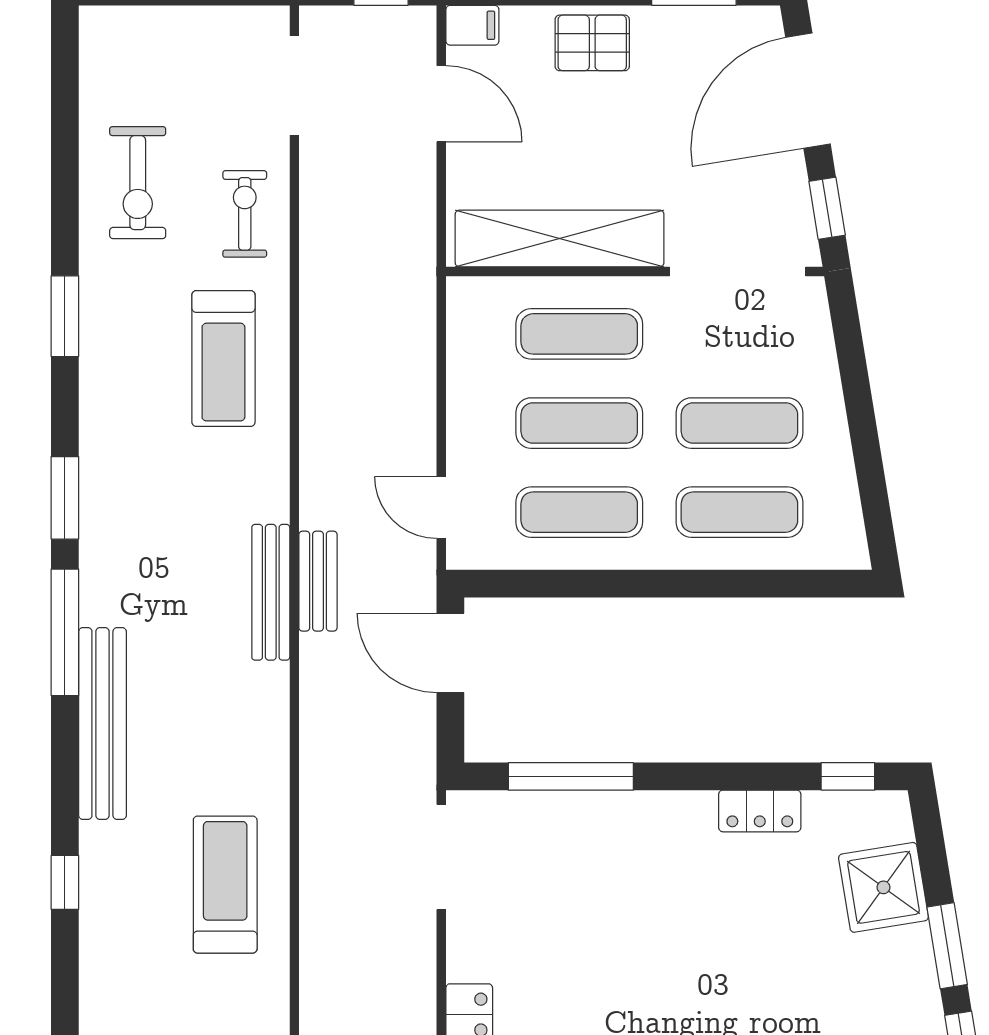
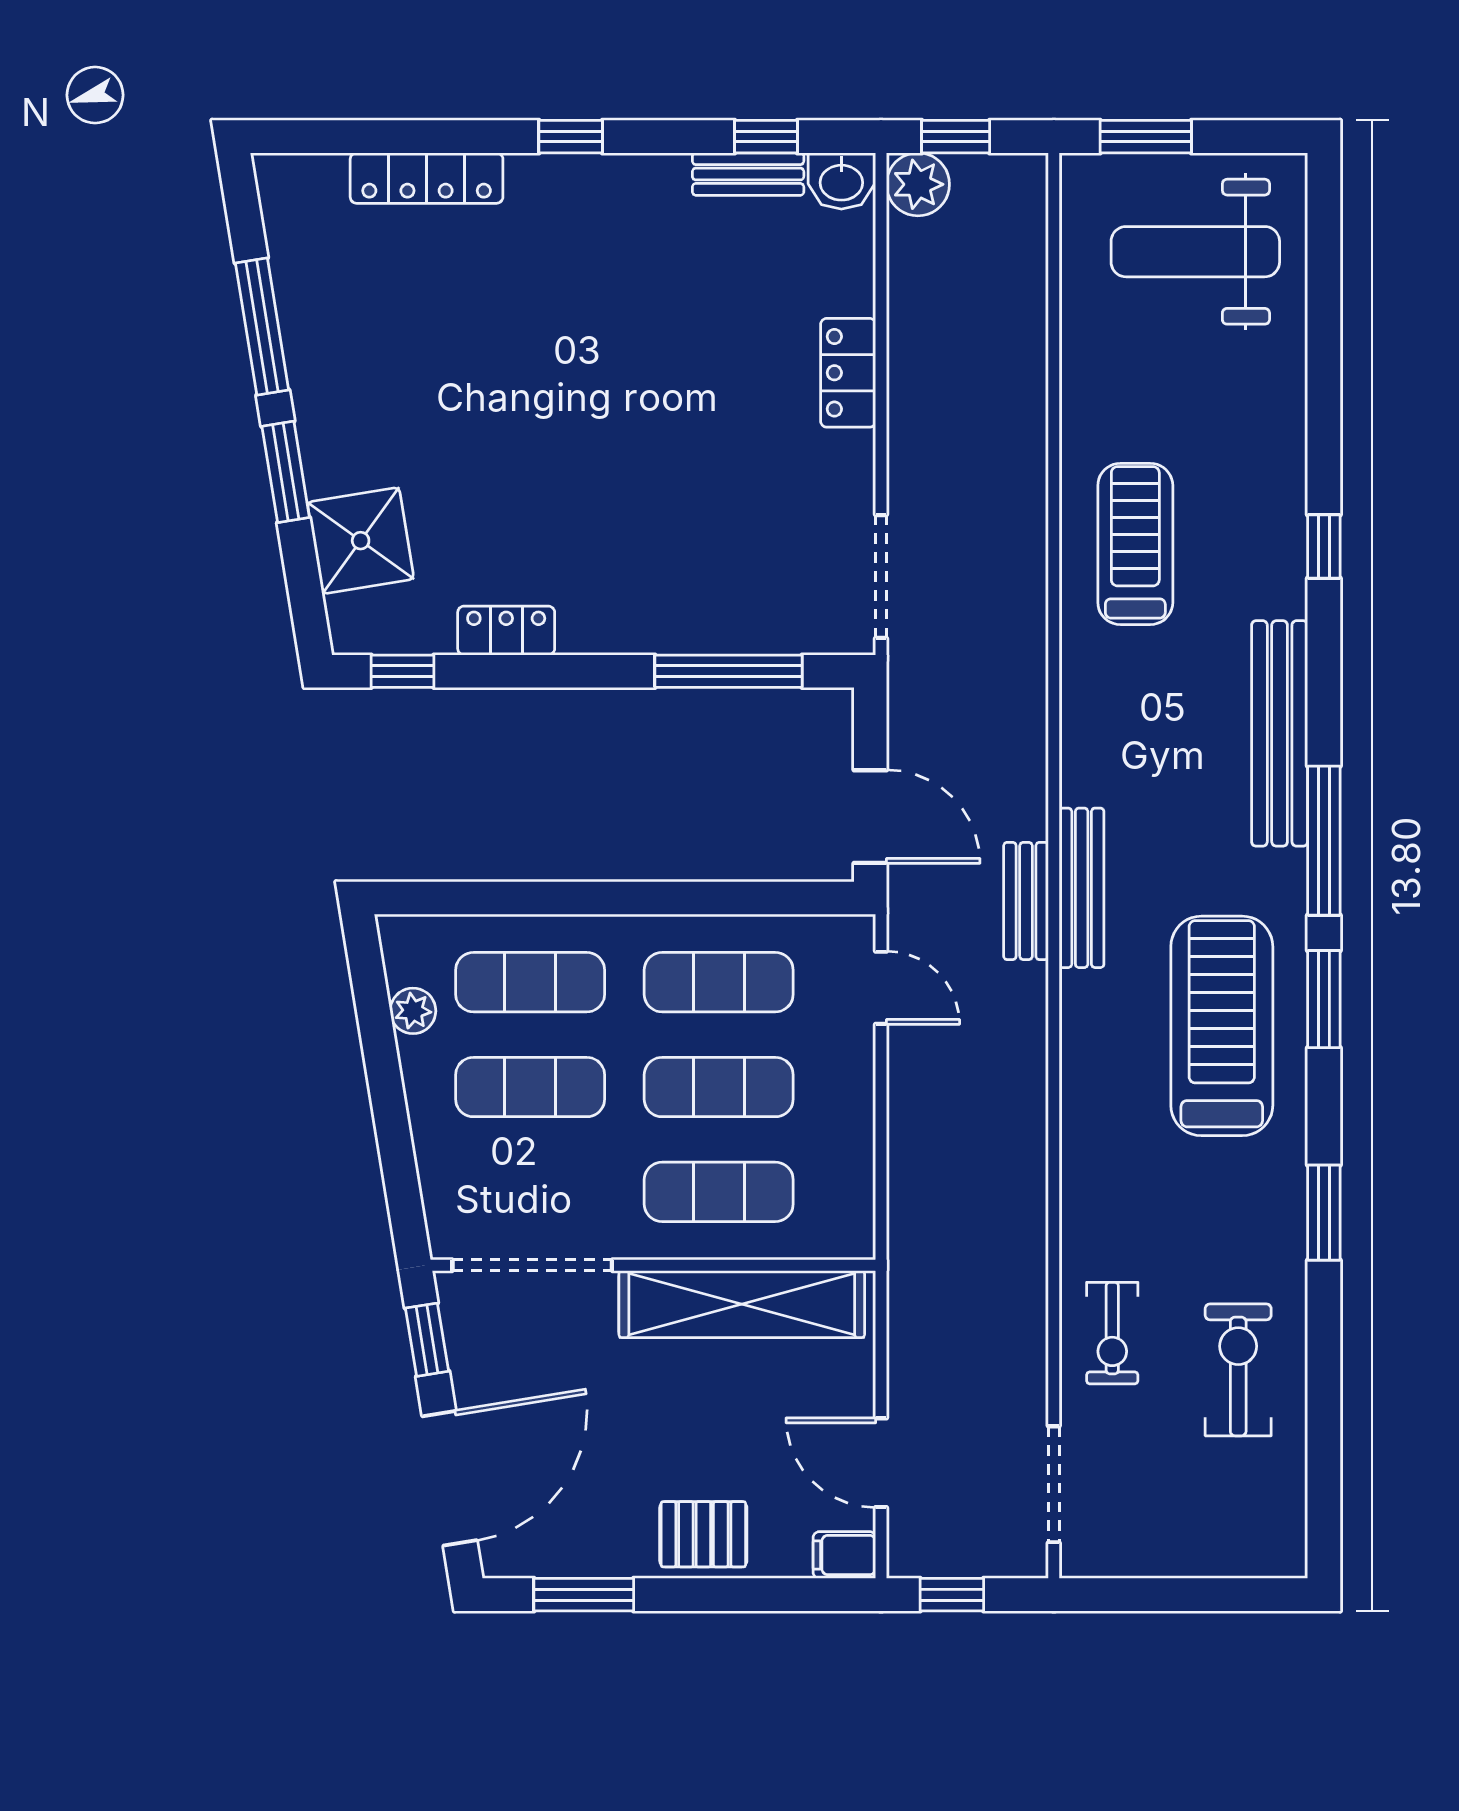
treadmill: (223, 359) -> (1222, 1026), moved, width x1.37, depth x1.38
plant: (839, 488) -> (413, 1011), added
treadmill: (225, 885) -> (1135, 544), turned 180

